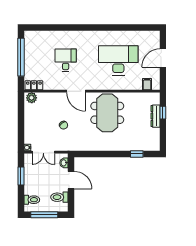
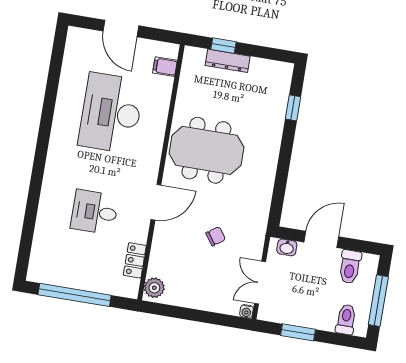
locker: (34, 85) -> (135, 260), moved
double door: (43, 152) -> (260, 283), swing flipped

